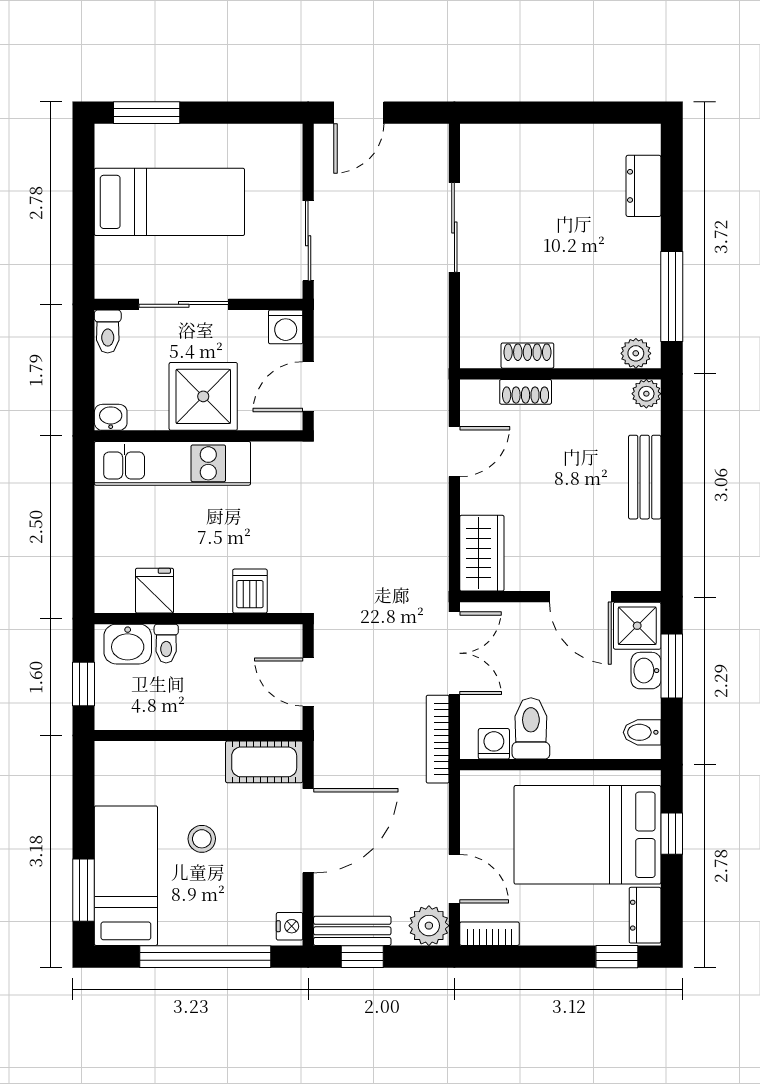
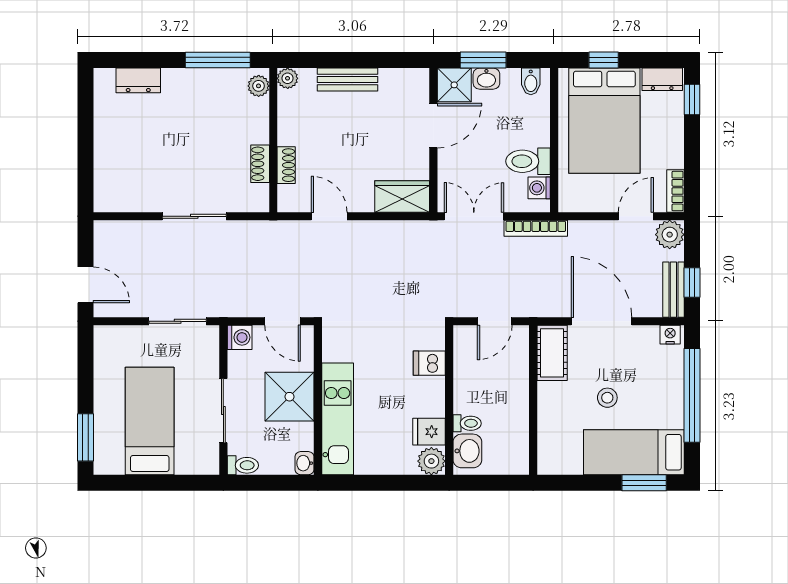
sliding door: (454, 227) -> (194, 216), moved
plant: (114, 594) -> (431, 461), added
window: (83, 684) -> (496, 483), removed

